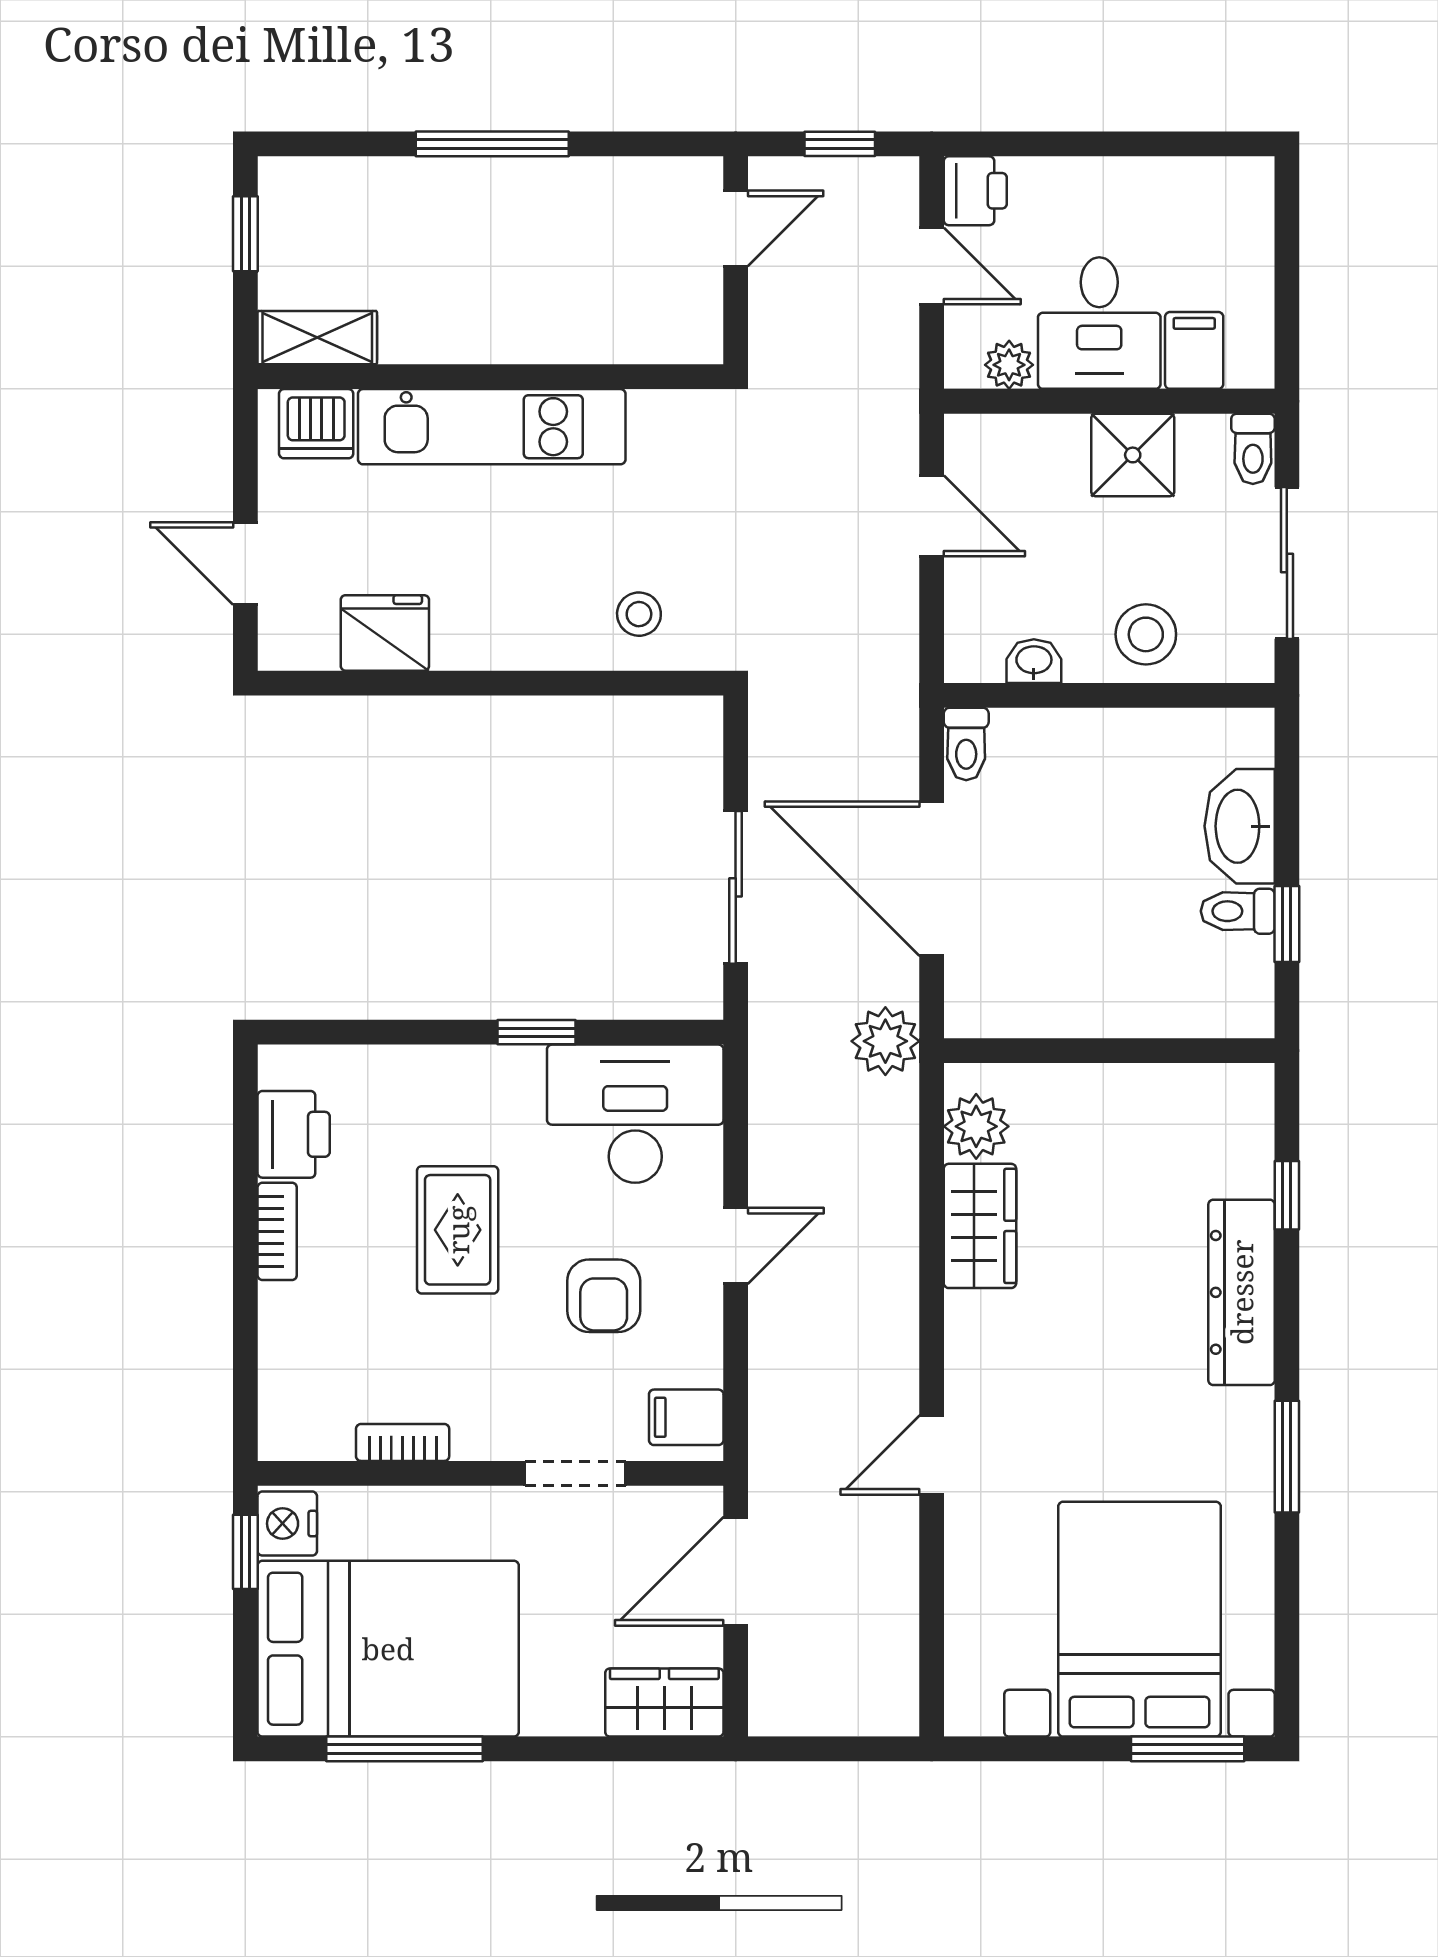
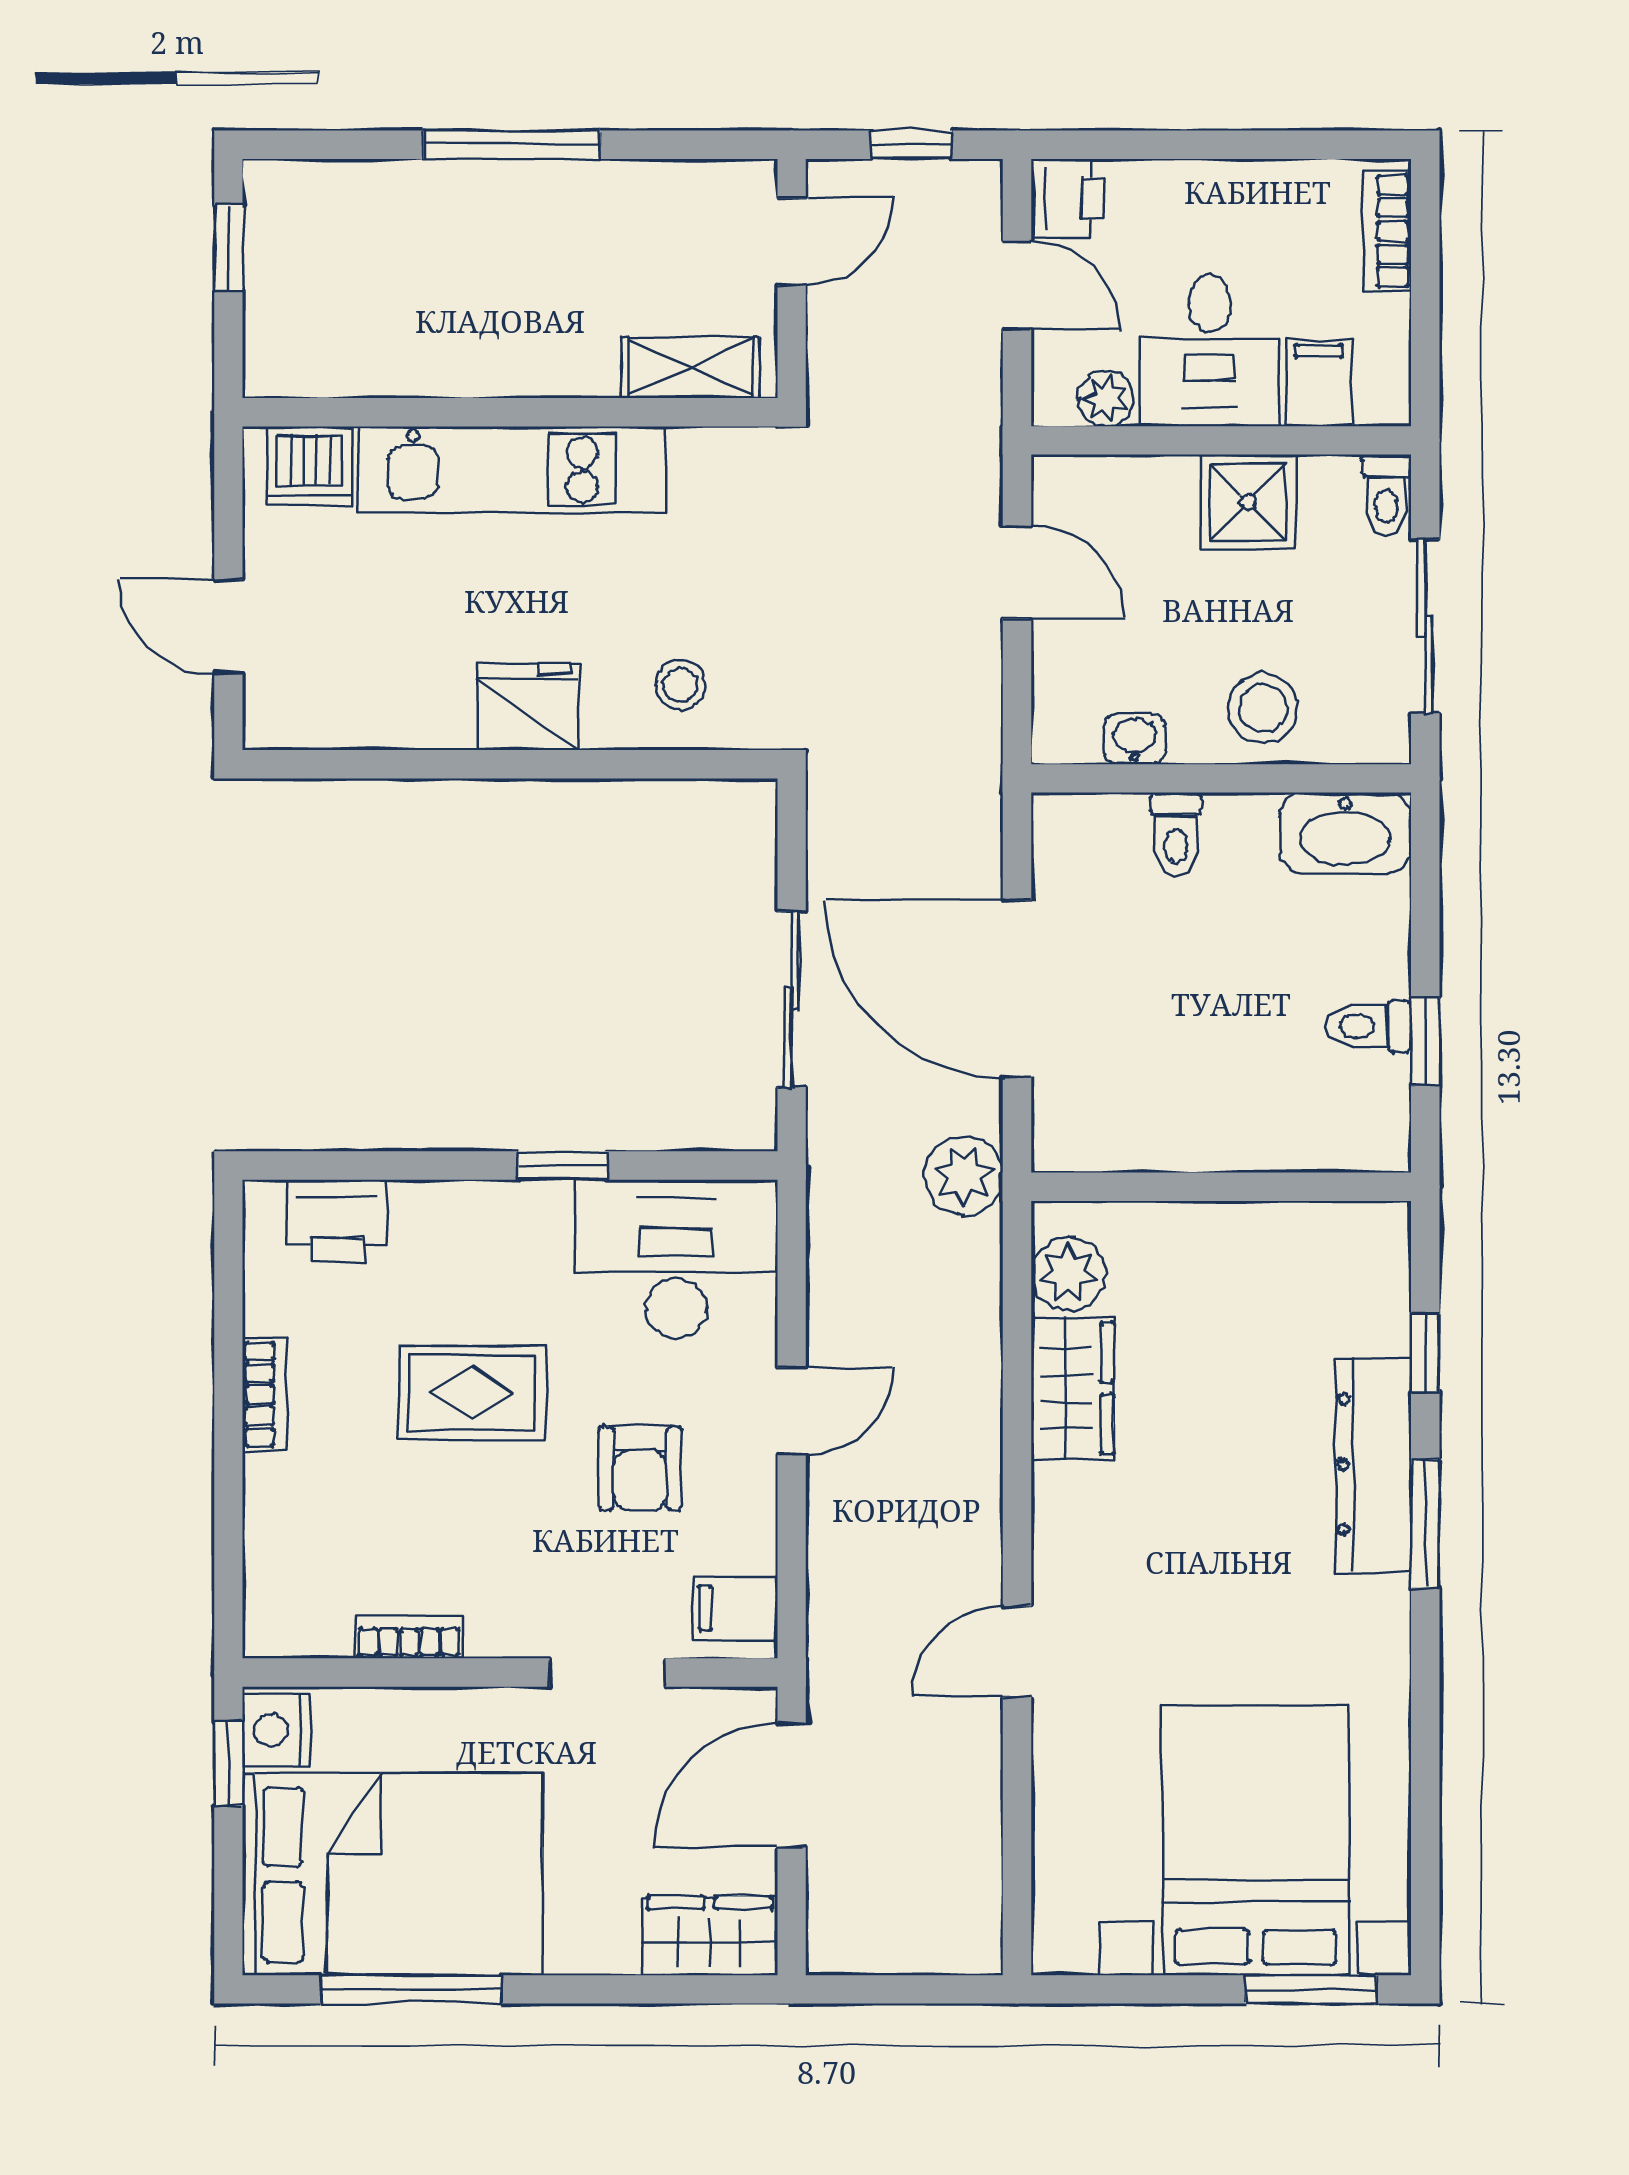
bookcase: (1254, 219) -> (1387, 231), added
shelving: (317, 338) -> (691, 367), moved
fridge: (385, 633) -> (528, 707), moved
toilet: (966, 744) -> (1176, 834), moved
washbasin: (1240, 826) -> (1345, 833), moved, turned -90
printer: (294, 1134) -> (337, 1221), moved, turned 90
rug: (458, 1230) -> (472, 1393), turned 90
window: (1287, 1457) -> (1425, 1524), moved

